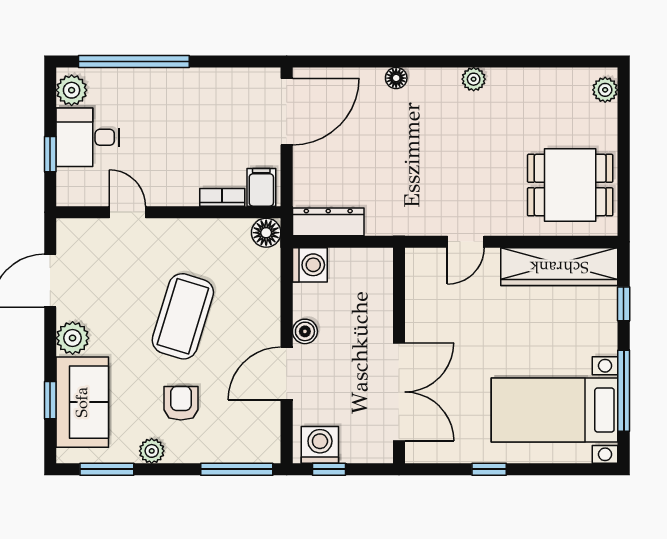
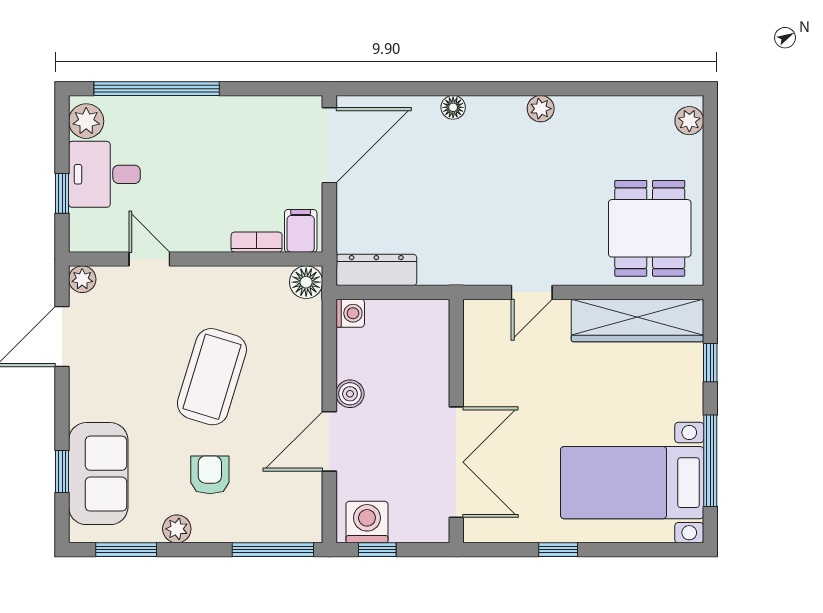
dining table: (570, 185) -> (650, 228), turned 90
washing machine: (310, 265) -> (350, 313), width x0.73, depth x0.73
plant: (73, 338) -> (82, 279), moved, width x0.73, depth x0.73

